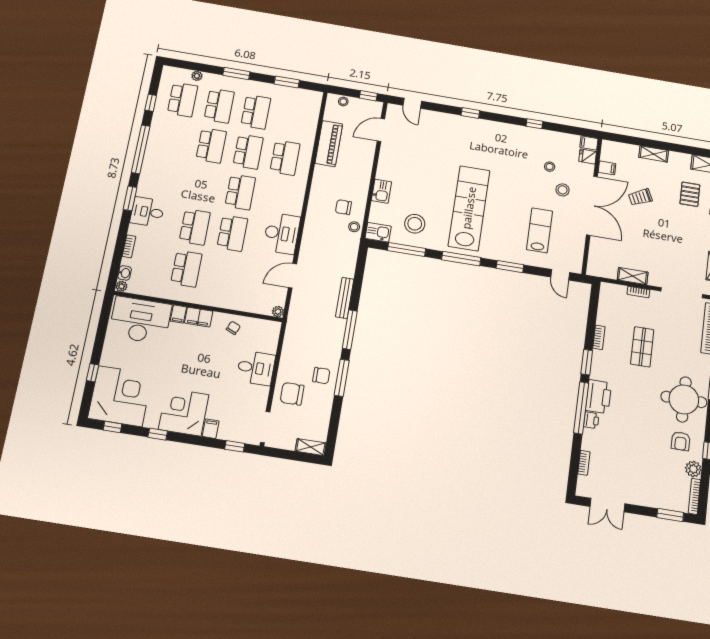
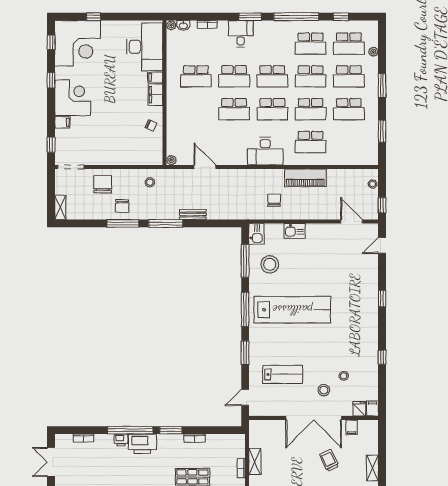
school desk: (174, 139) -> (311, 44), added
piano: (329, 144) -> (305, 178), moved
school desk: (203, 186) -> (272, 76), added
stool: (354, 227) -> (150, 182), moved
desk: (282, 233) -> (265, 151), moved
bench: (345, 298) -> (193, 215), width x0.73
desk: (256, 368) -> (120, 150), removed

